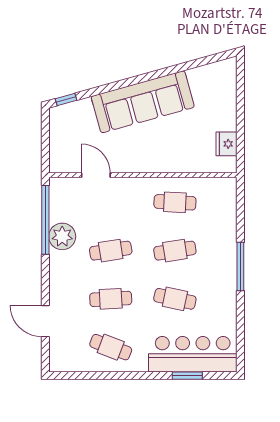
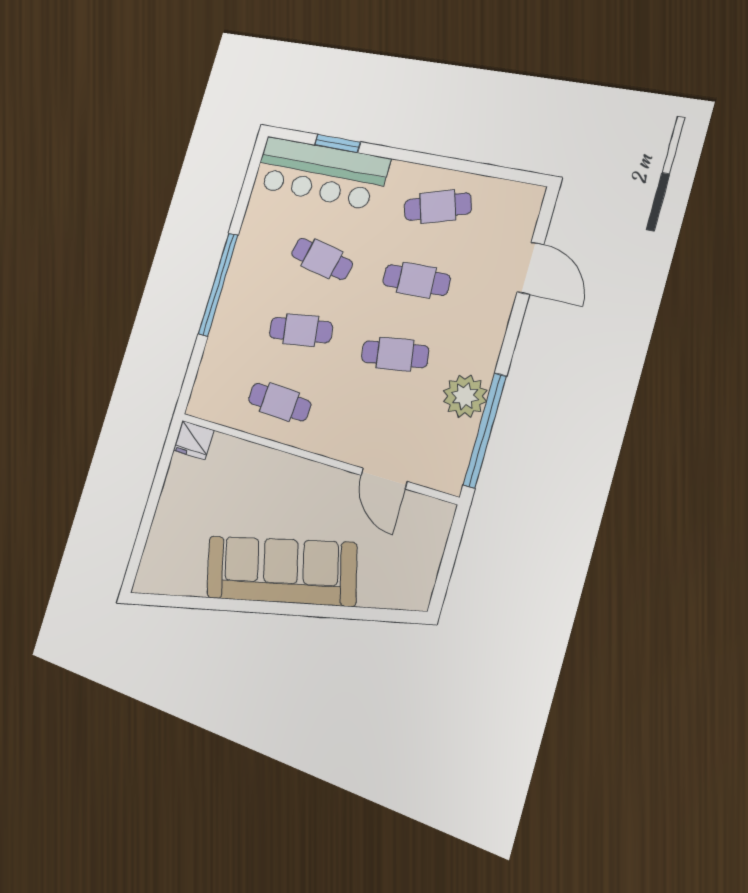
window: (66, 99) -> (396, 616), removed
fridge: (227, 144) -> (194, 440), moved, turned 90
window: (240, 266) -> (218, 285), width x1.46
cafe table: (111, 347) -> (438, 207), turned -39

